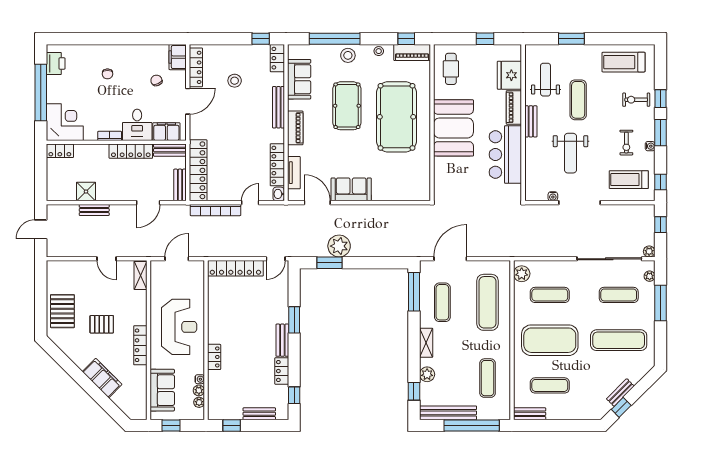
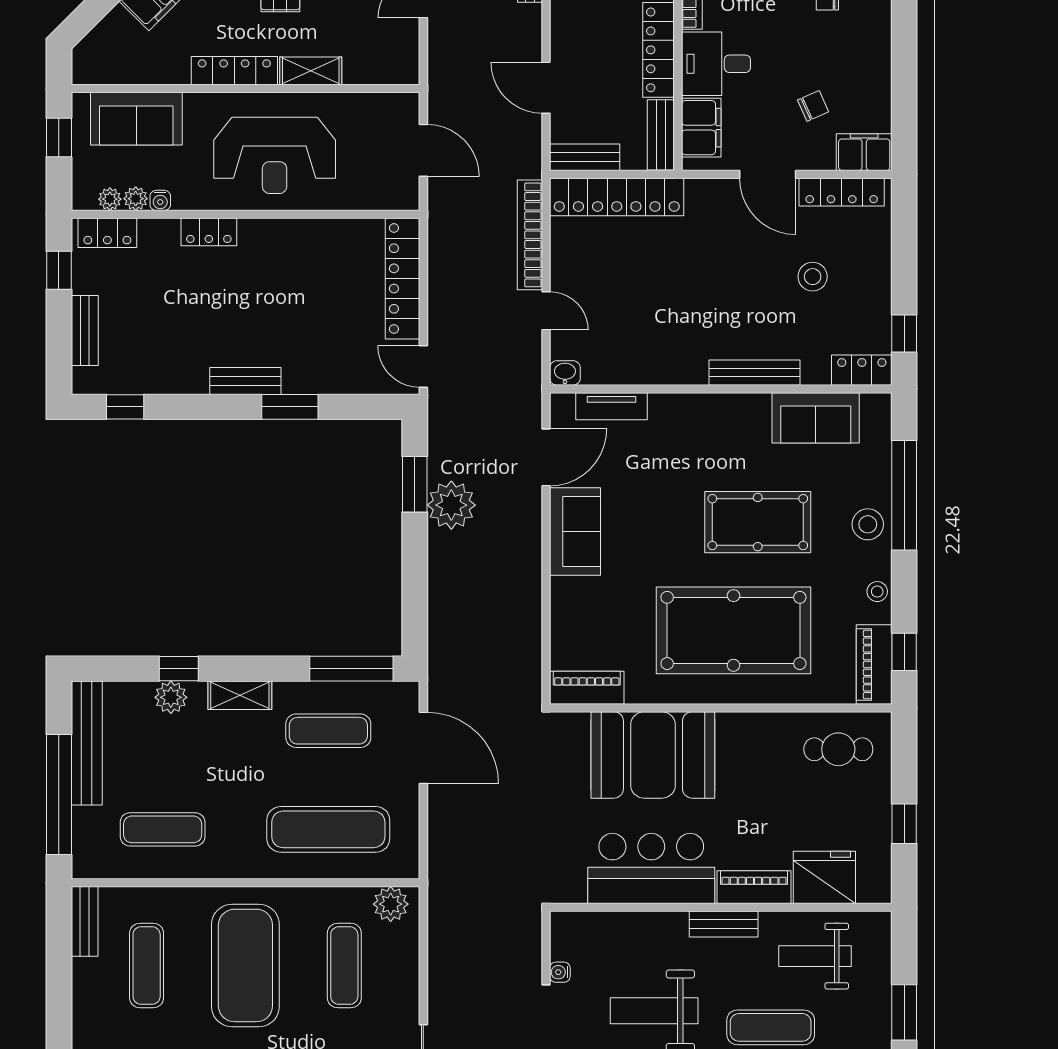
weight bench: (546, 80) -> (815, 956), turned 180
piano: (295, 128) -> (587, 688), moved, turned 180
booth: (453, 128) -> (653, 755), moved
locker: (277, 165) -> (629, 370), removed
shelving: (140, 275) -> (311, 71), moved
locker: (282, 371) -> (107, 233), moved, turned 180
window: (414, 391) -> (179, 669), moved

